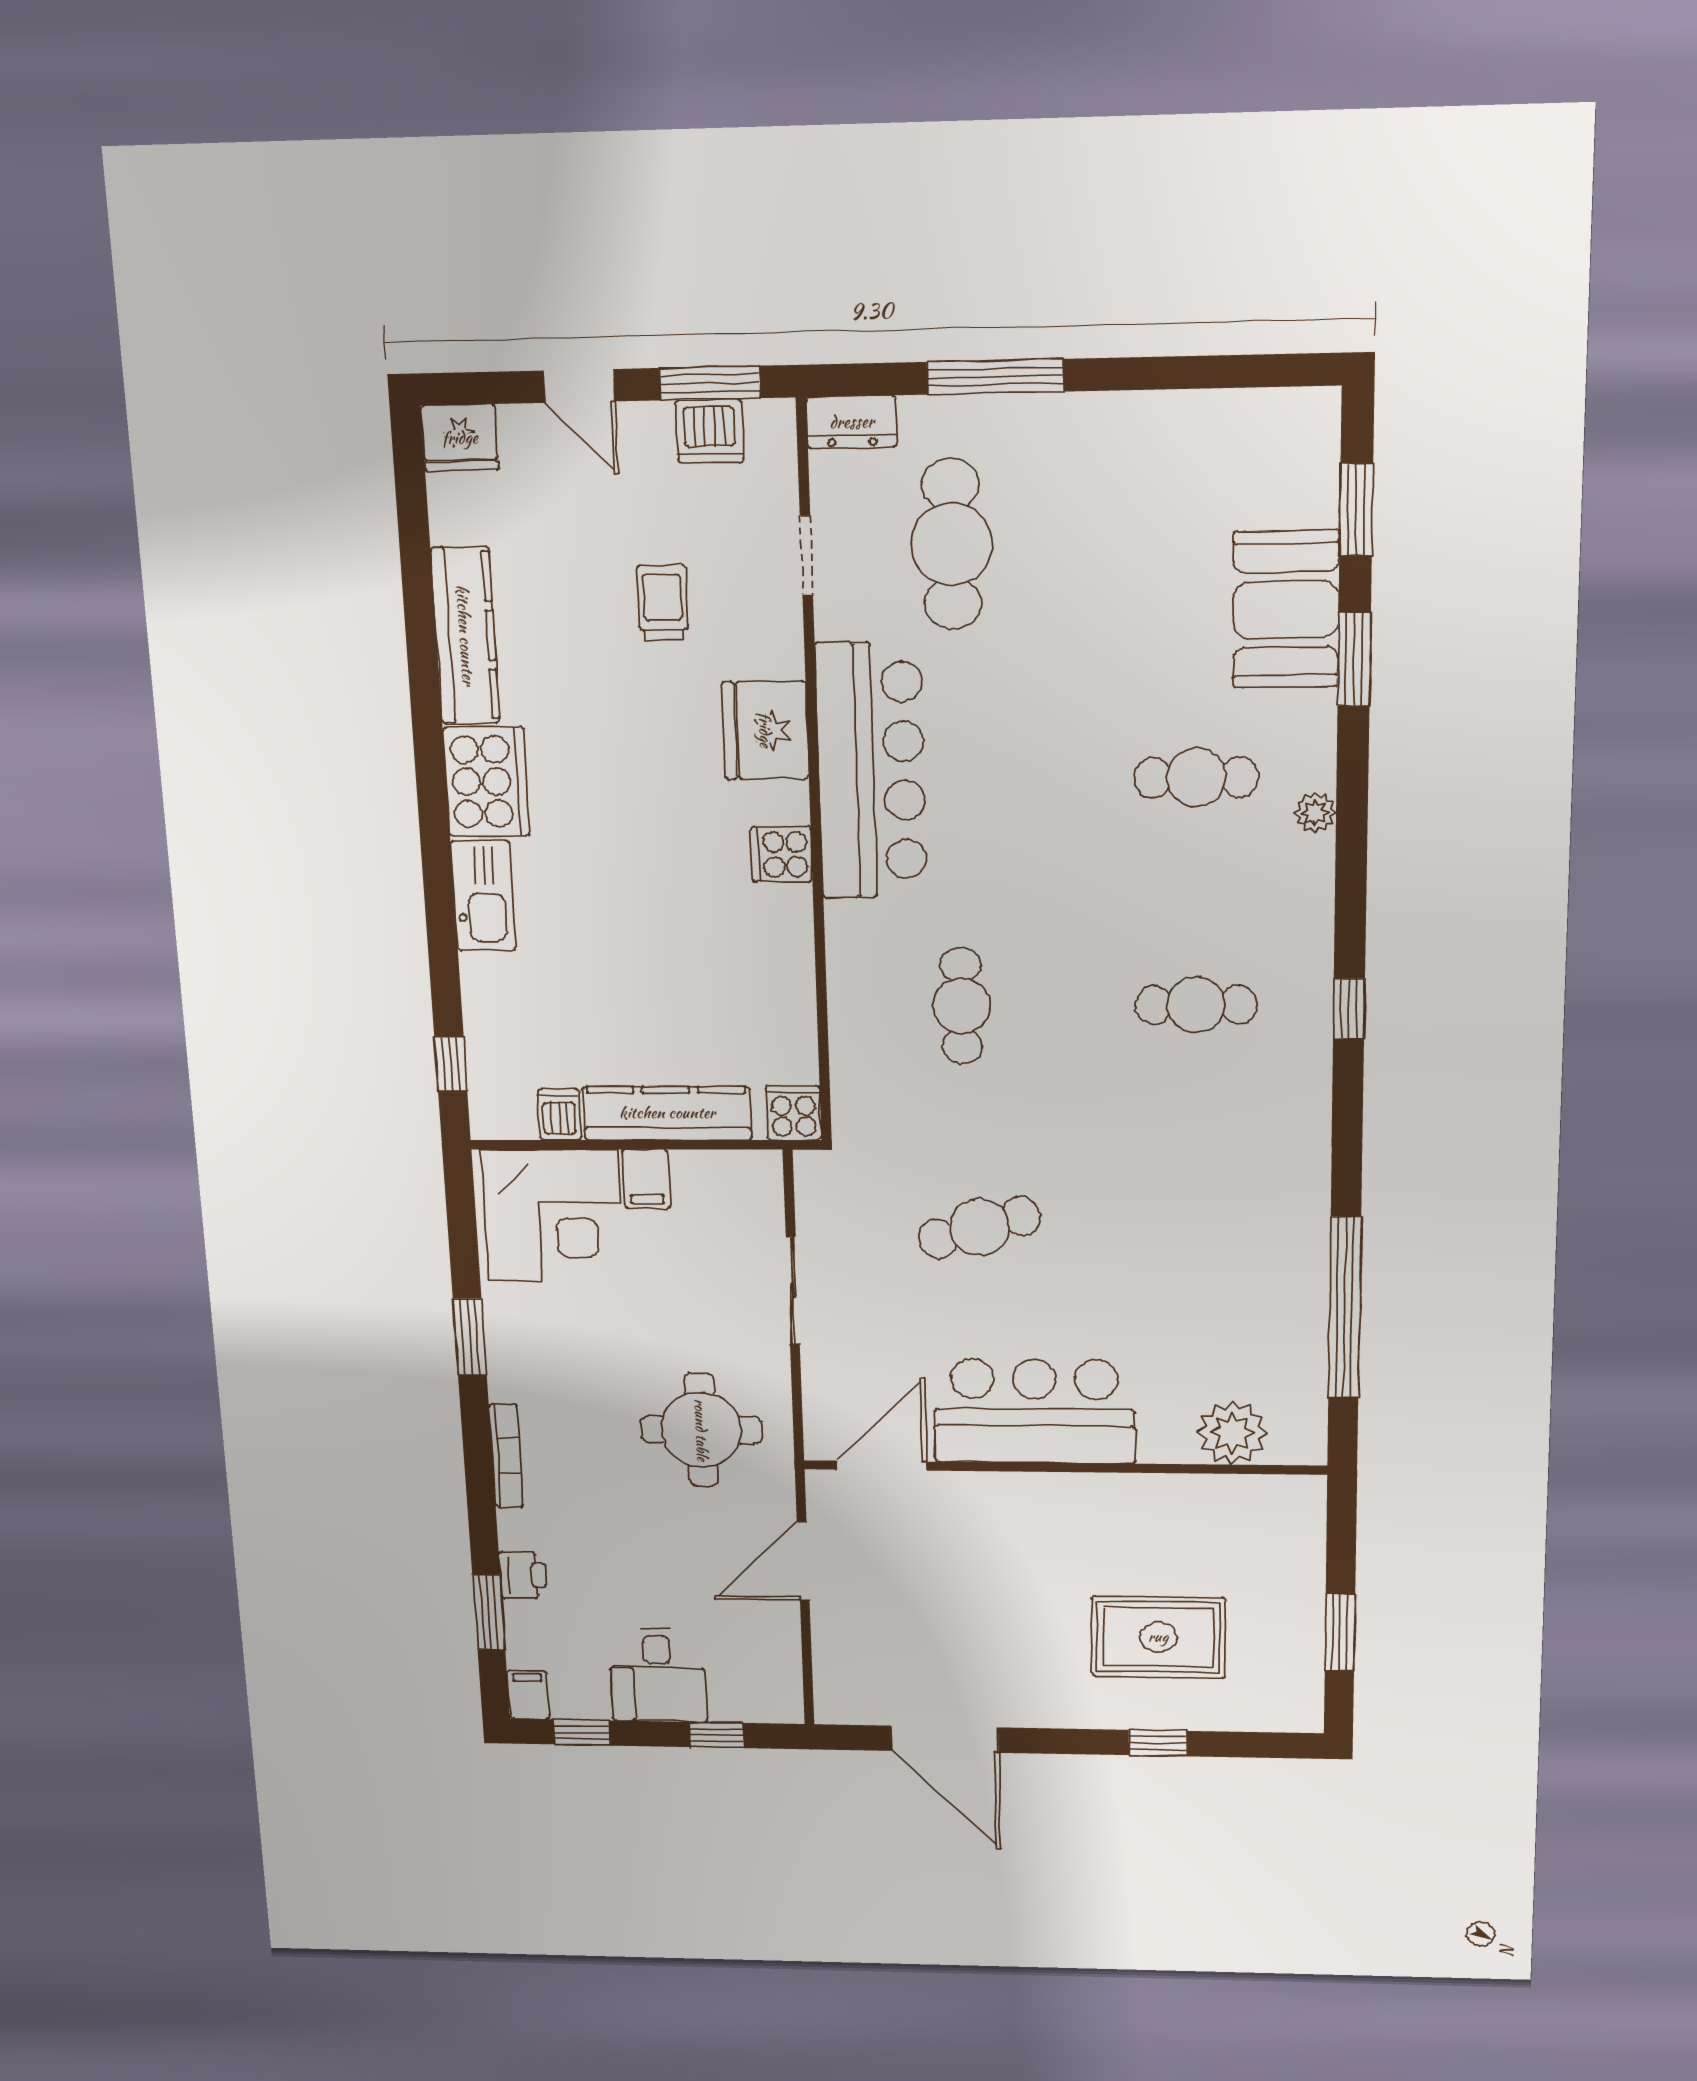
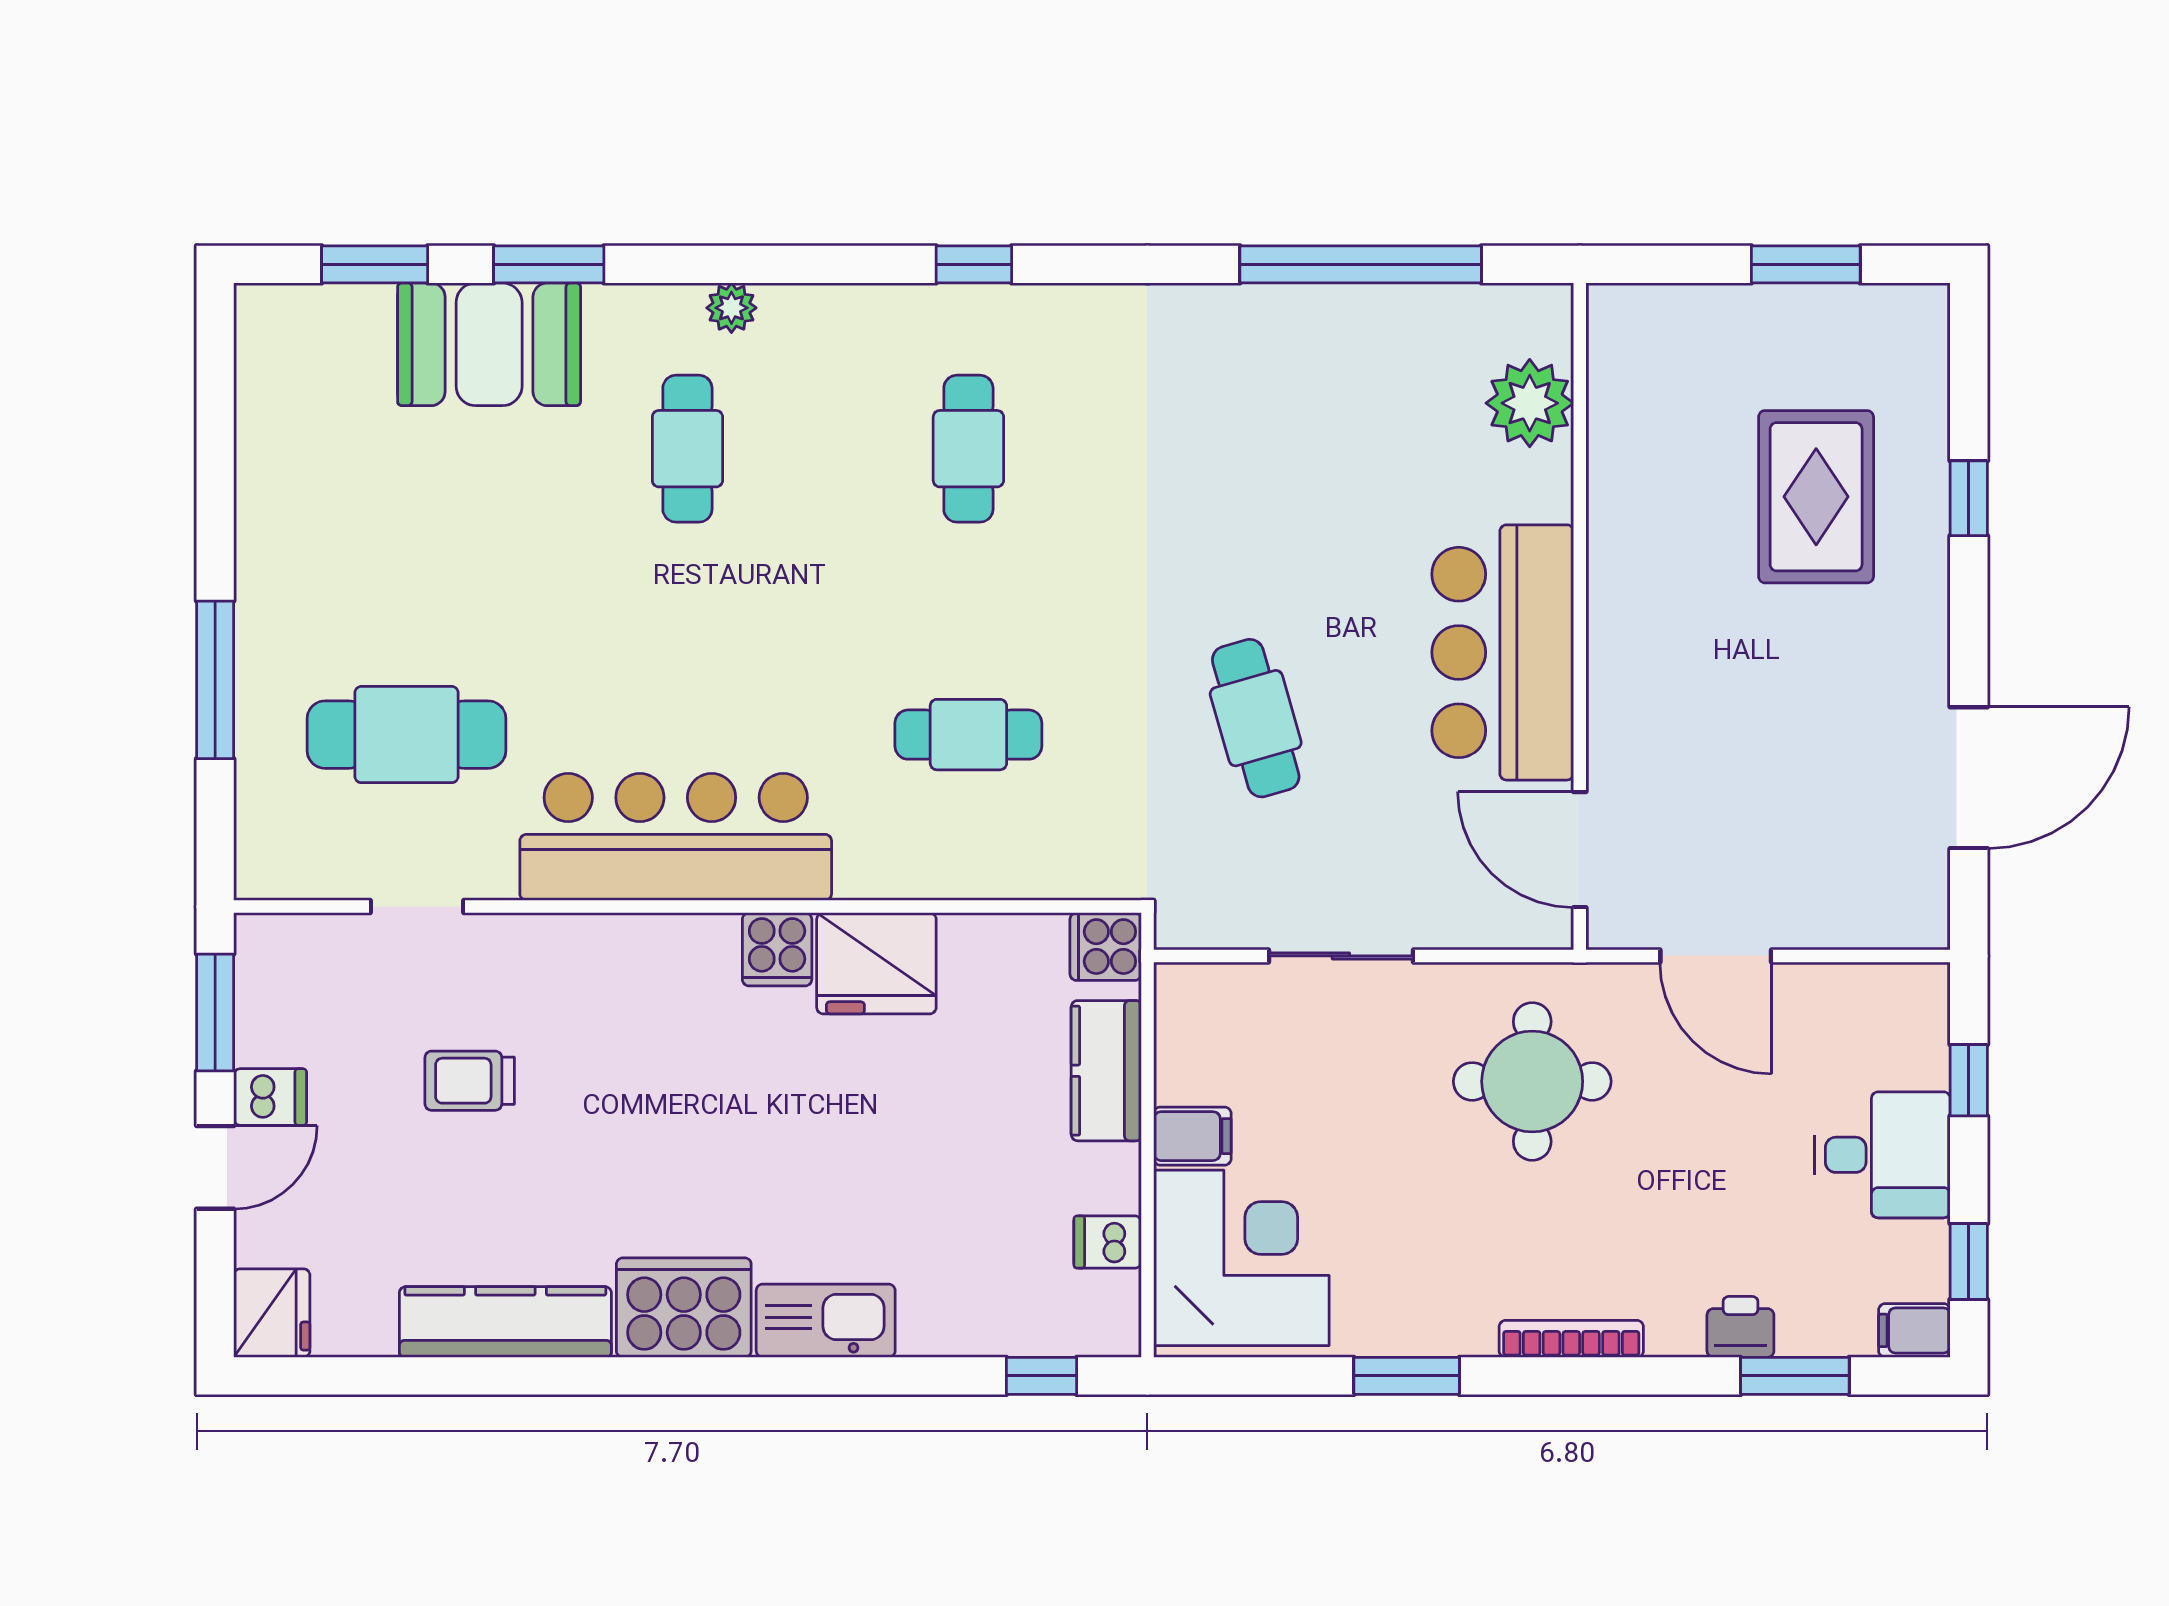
dresser: (852, 422) -> (263, 848), removed
dishwasher: (710, 431) -> (270, 1097), moved, width x0.73
fridge: (765, 730) -> (876, 963), moved
kitchen counter: (667, 1113) -> (1106, 1071), width x0.67

